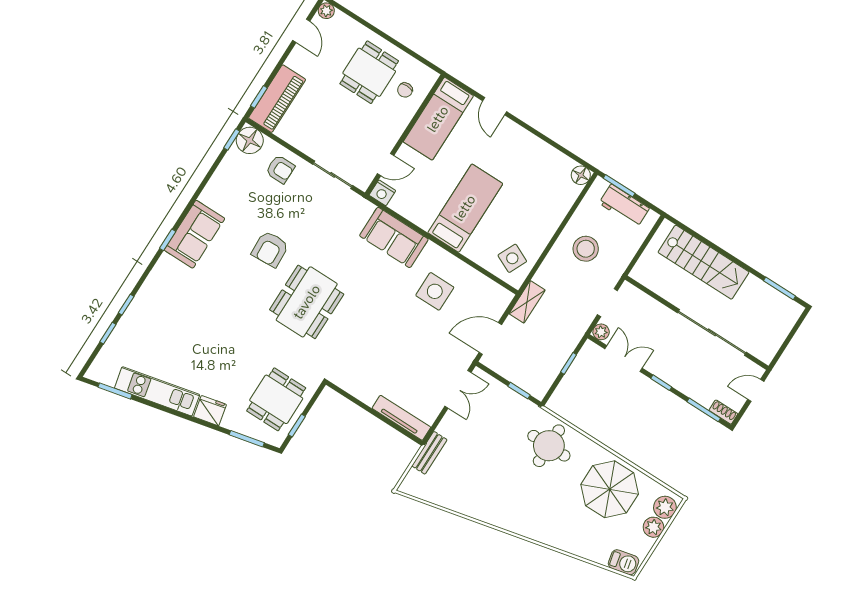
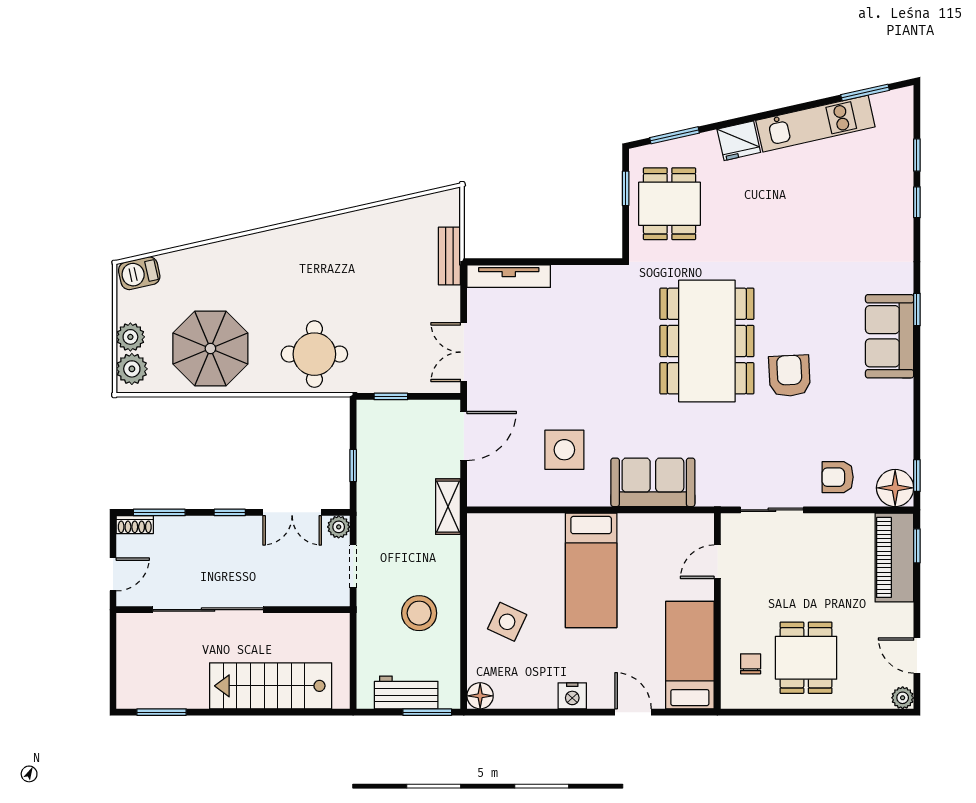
nightstand: (382, 193) -> (572, 696), moved, turned 180
side table: (512, 258) -> (507, 622), moved
dining table: (307, 302) -> (707, 341), width x1.36, depth x1.24

